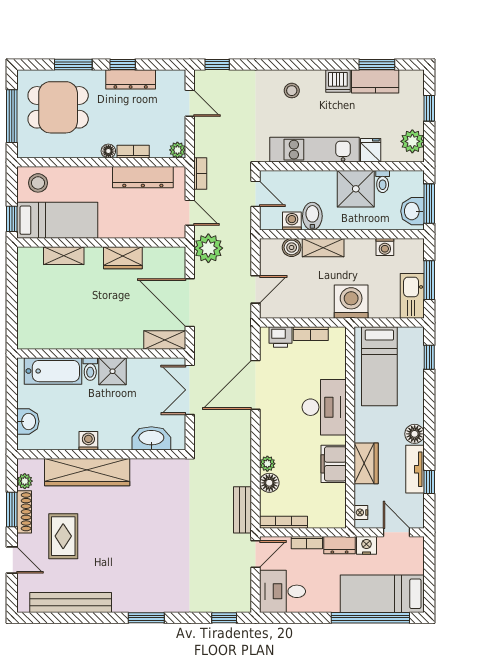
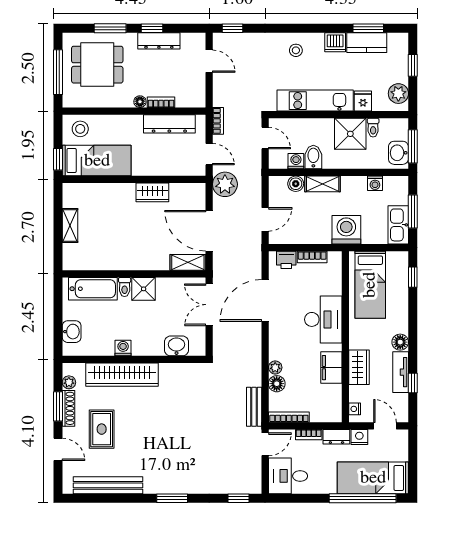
plant: (177, 150) -> (199, 101), removed
shelving: (64, 256) -> (70, 225), moved, turned 90
washbasin: (151, 438) -> (177, 346), width x0.72

